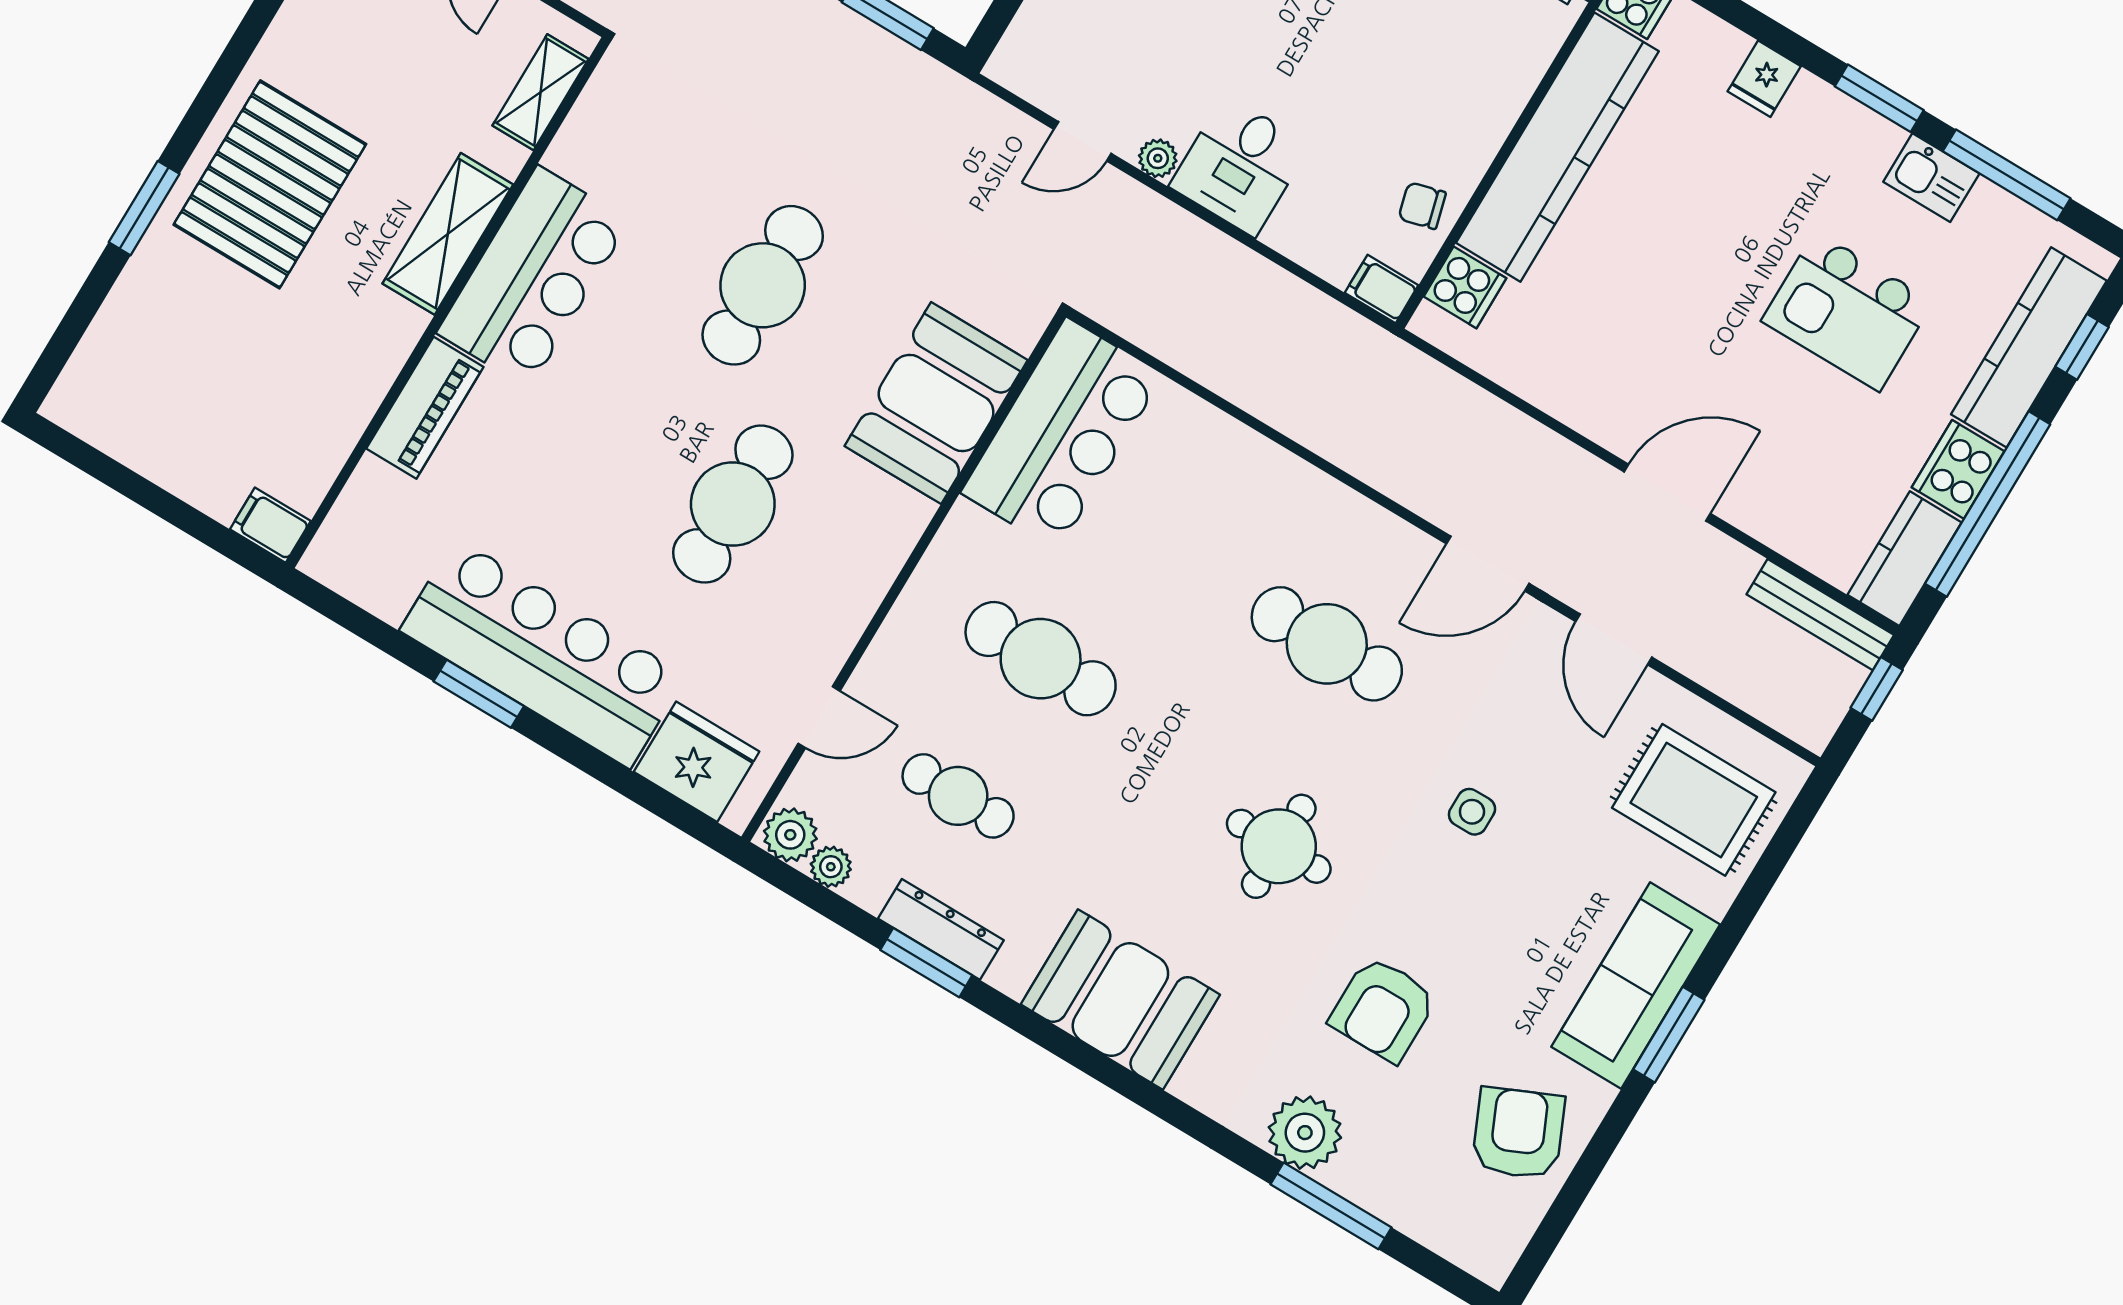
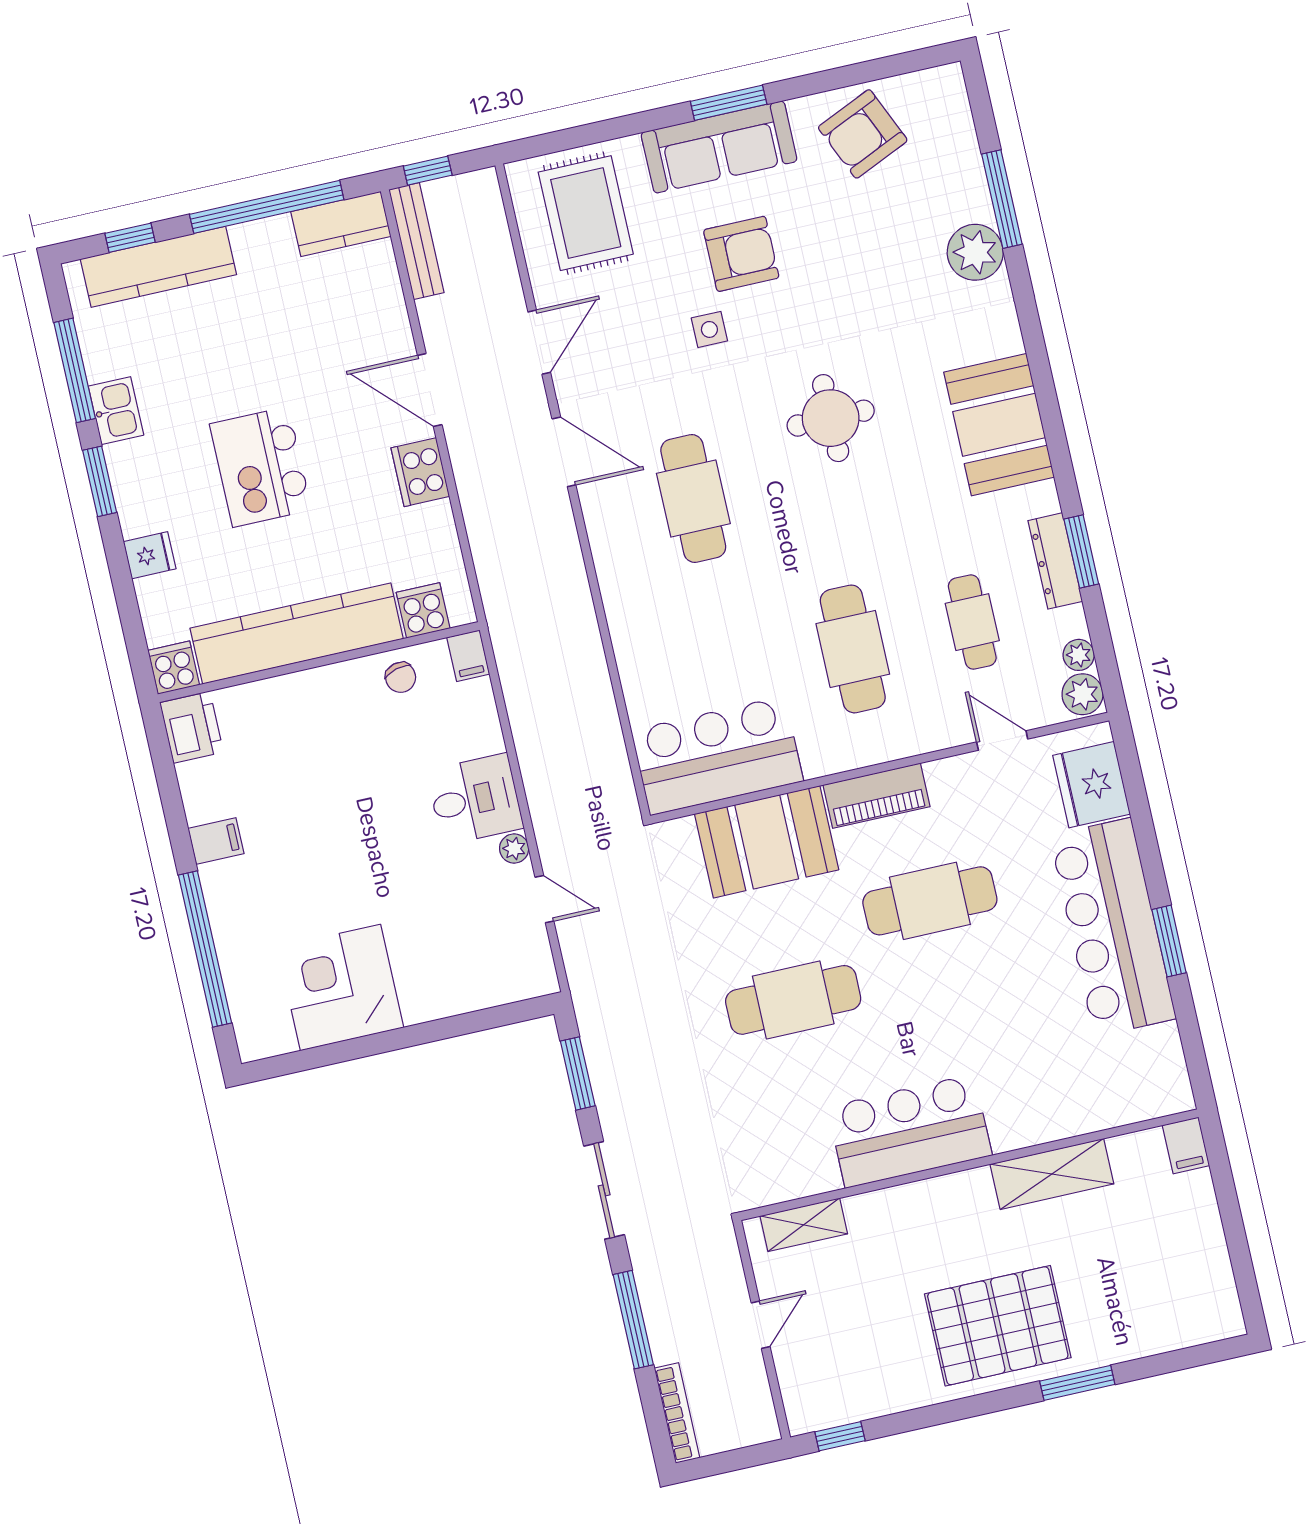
shelving: (448, 234) -> (1052, 1174), moved
kitchen island: (1847, 311) -> (261, 467), moved, turned 180
piano: (425, 408) -> (877, 796), moved, turned 180
cooker: (1958, 469) -> (420, 472), moved, turned 90
armchair: (1383, 1009) -> (741, 254), moved

